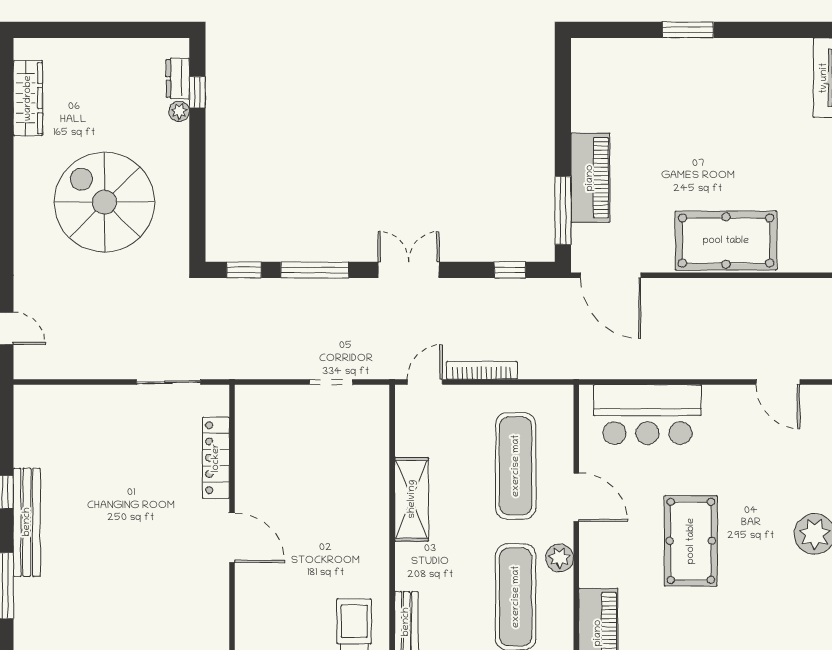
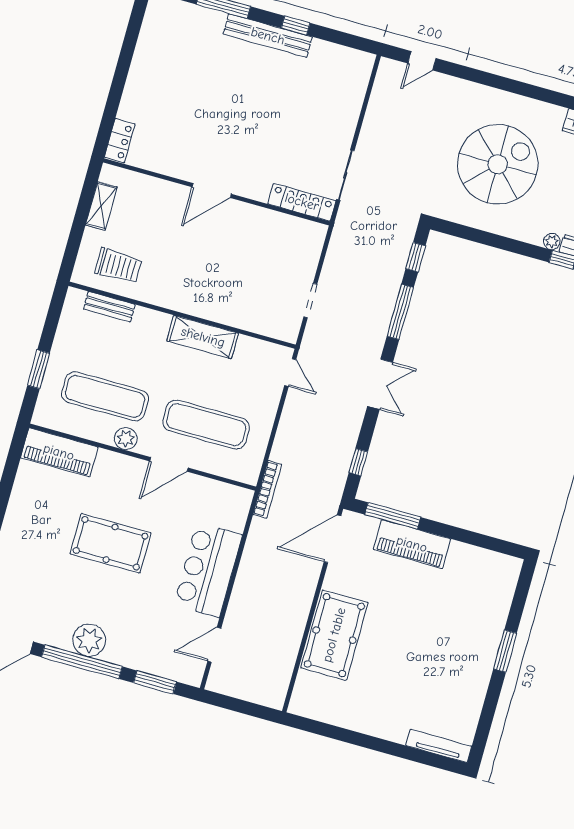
bookcase: (482, 370) -> (267, 489), moved
bar counter: (647, 415) -> (208, 570), moved
locker: (216, 458) -> (302, 202), moved

